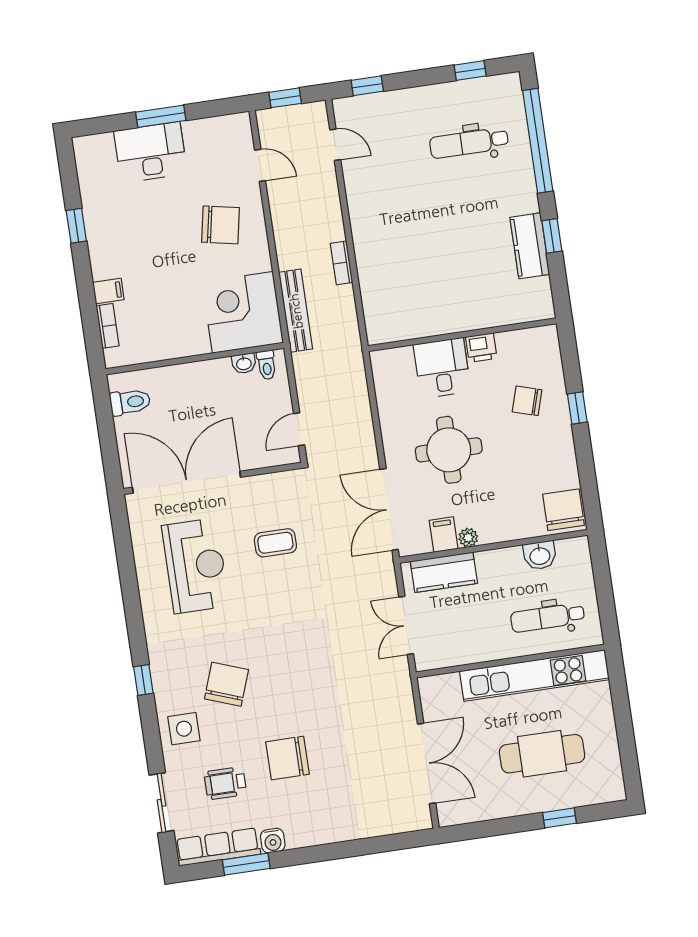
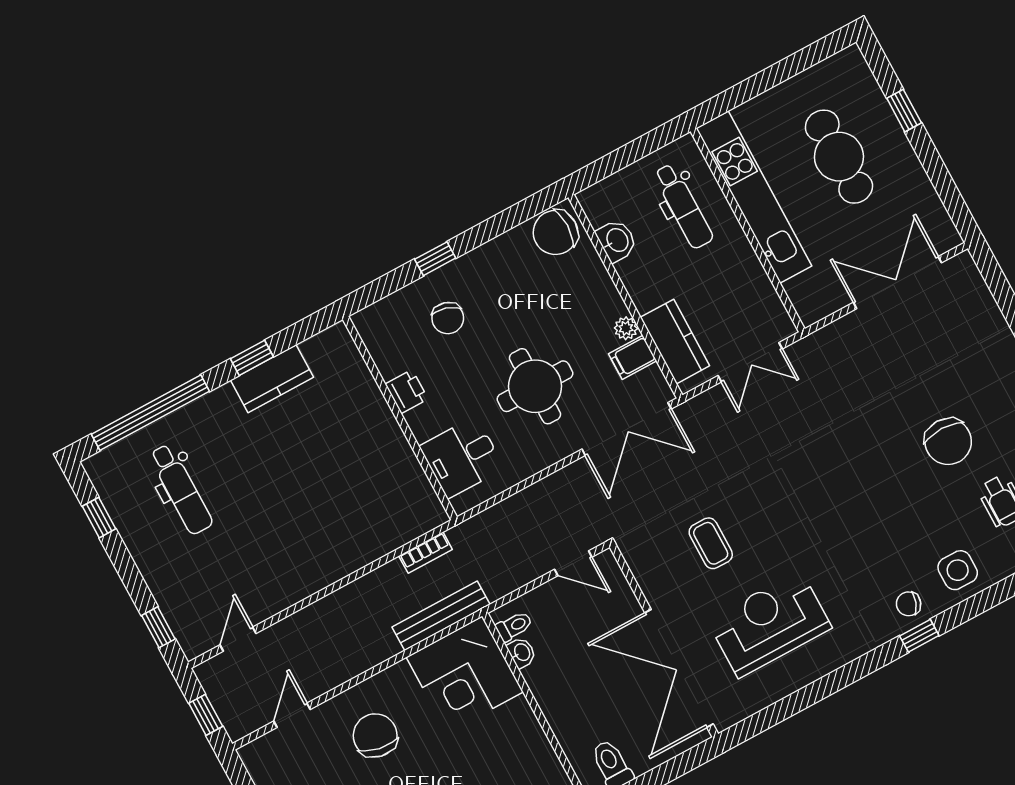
bookcase: (342, 263) -> (426, 553), moved
desk: (442, 368) -> (462, 457), moved
chair: (227, 684) -> (909, 604), moved, width x0.54, depth x0.54

